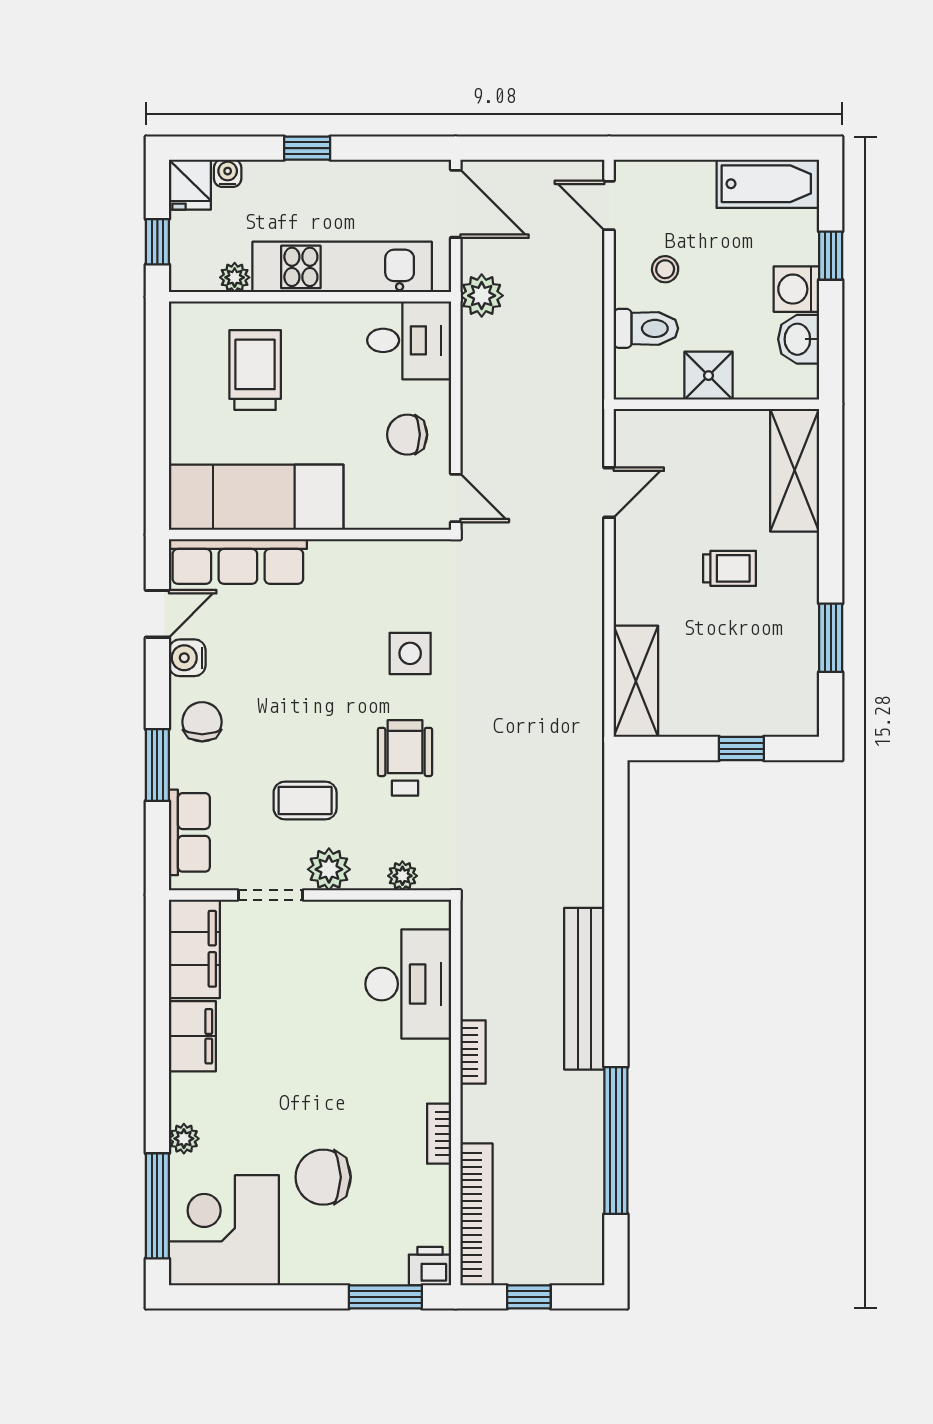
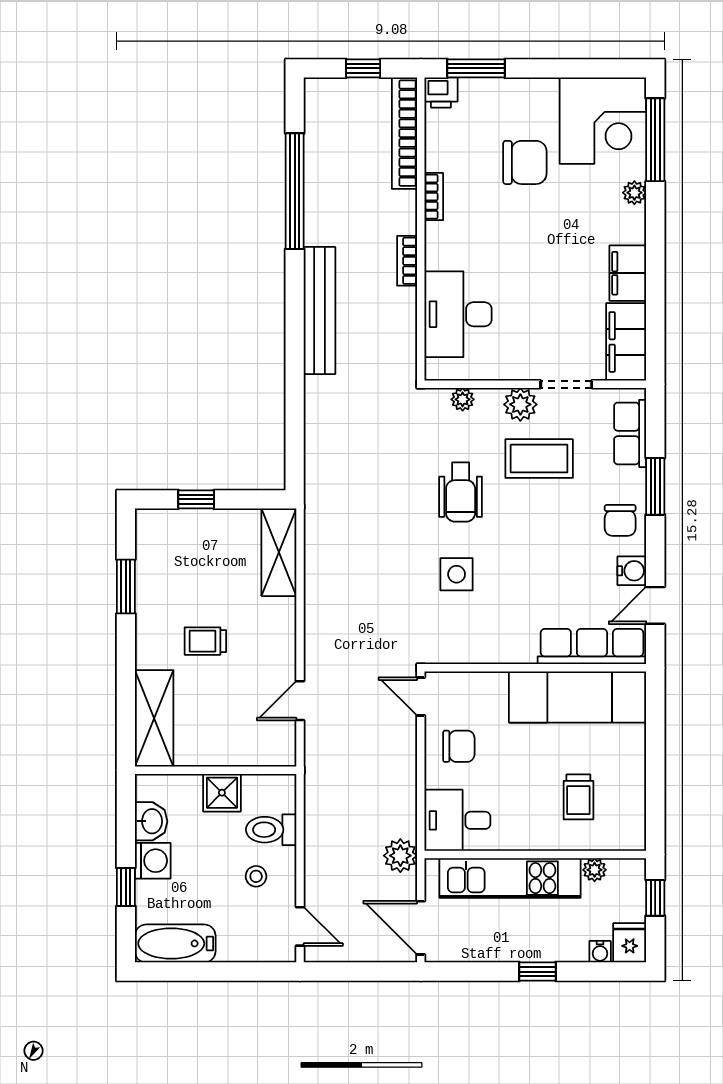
trolley: (255, 370) -> (578, 797), width x0.73, depth x0.72
coffee table: (305, 800) -> (539, 459), width x1.36, depth x1.30

